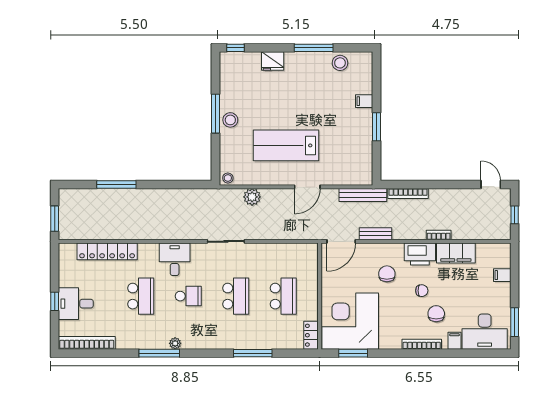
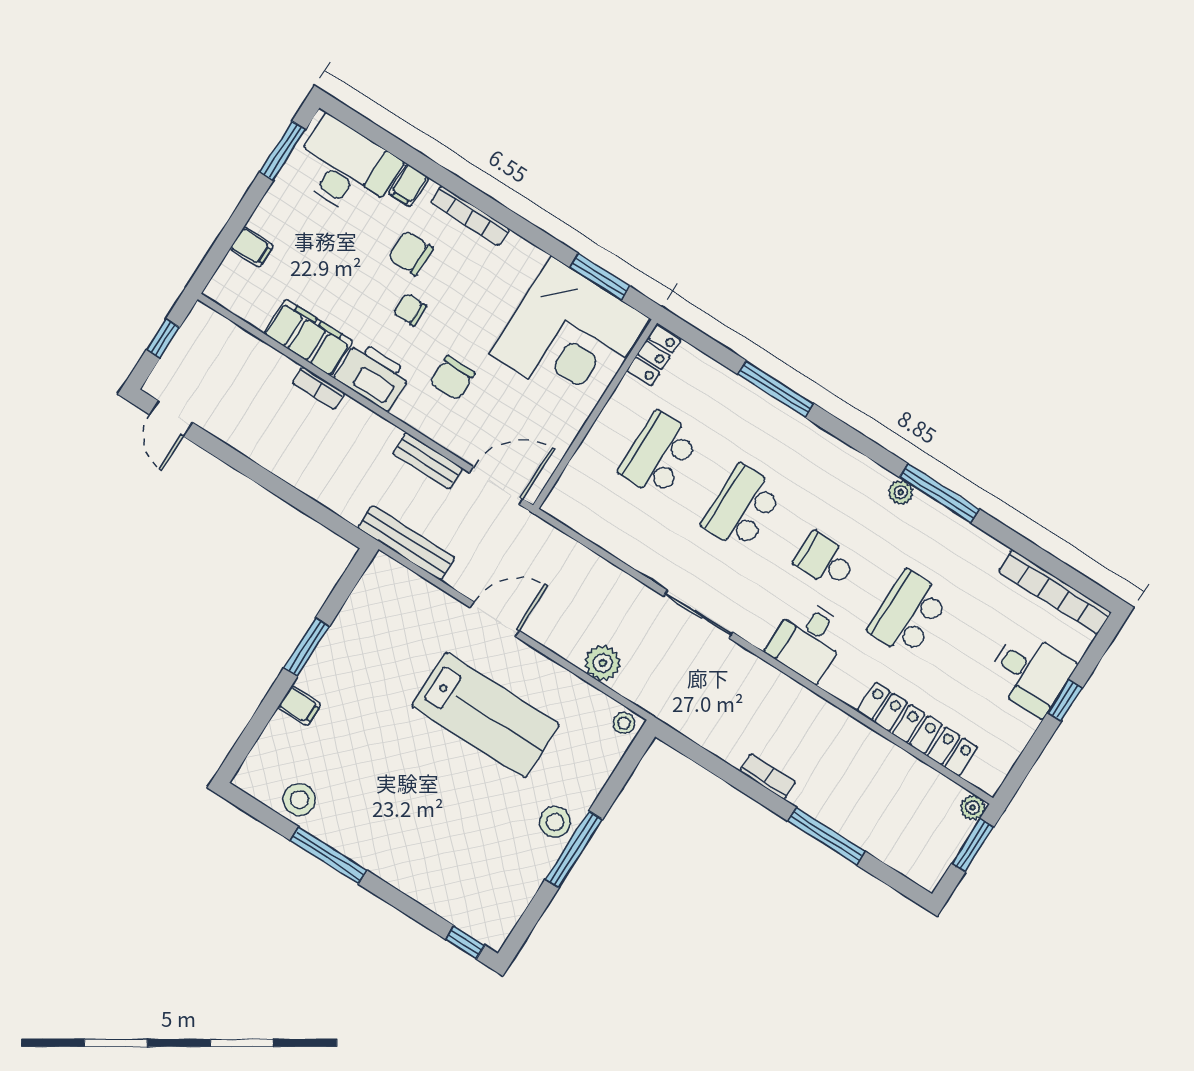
fridge: (273, 61) -> (415, 878), removed
bookcase: (408, 193) -> (768, 777), moved, width x0.64
plant: (64, 234) -> (972, 808), added
chair: (436, 314) -> (411, 253), turned 90

